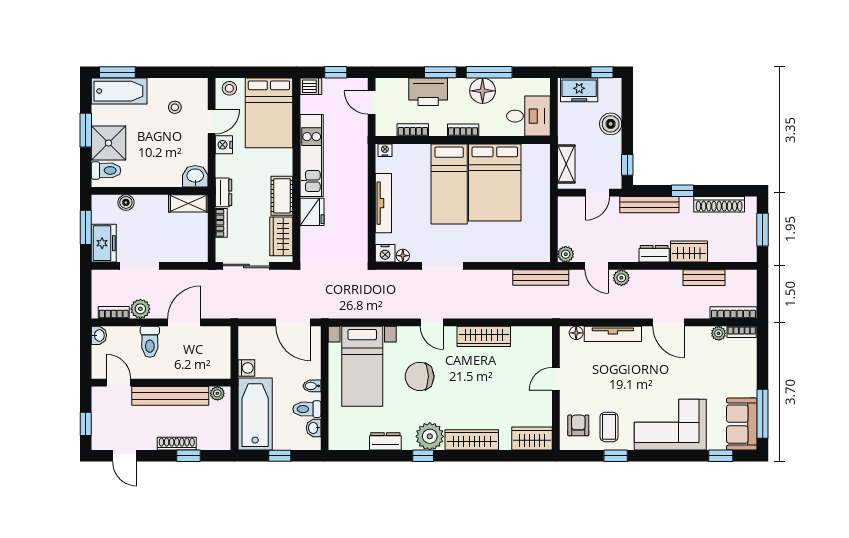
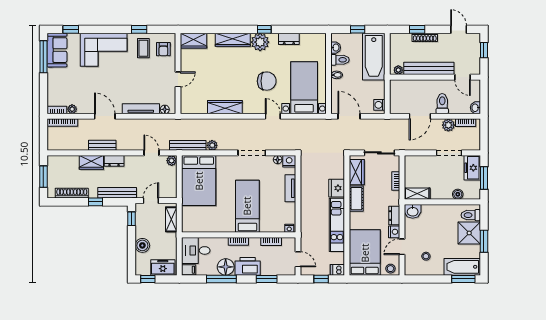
window: (440, 72) -> (267, 279), moved
filing cabinet: (540, 87) -> (189, 270), added
printer: (428, 92) -> (248, 266), moved
bed: (495, 182) -> (199, 181), moved, turned 180
dresser: (224, 192) -> (394, 216), moved
tv unit: (383, 203) -> (290, 188), width x0.71
plant: (621, 278) -> (212, 145), moved
bench: (704, 278) -> (102, 145), moved
door: (432, 322) -> (273, 116), moved
washing machine: (246, 368) -> (379, 105), moved

